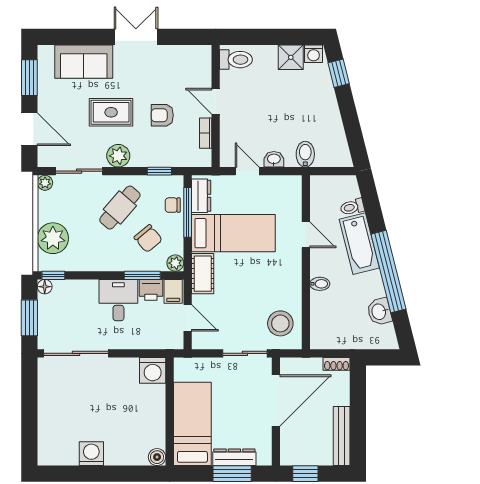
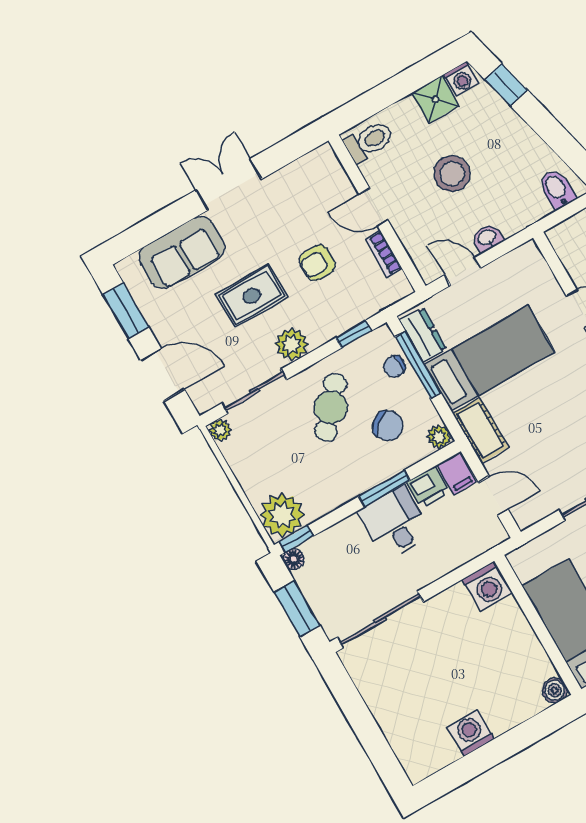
stool: (275, 108) -> (452, 174), added
bidet: (305, 154) -> (557, 189), moved
plant: (53, 238) -> (282, 515), moved
window: (142, 275) -> (384, 488), moved

